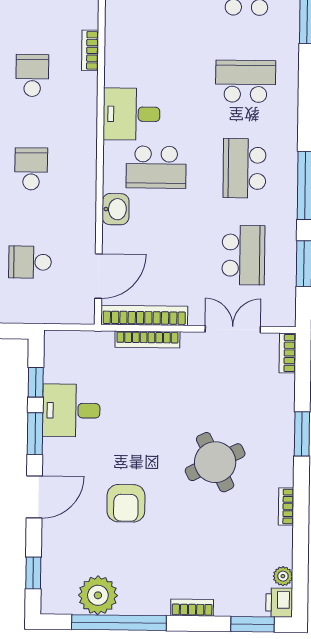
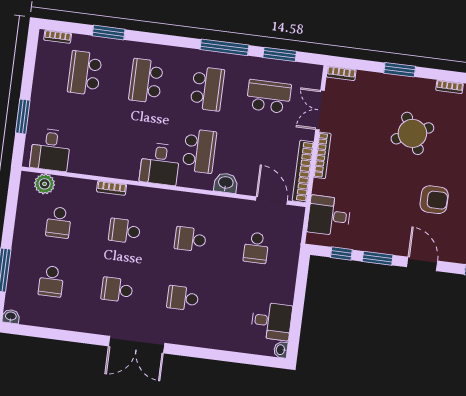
school desk: (244, 168) -> (207, 89), turned -90
bookcase: (147, 339) -> (322, 155), moved
desk: (71, 410) -> (329, 216), moved, turned 90

